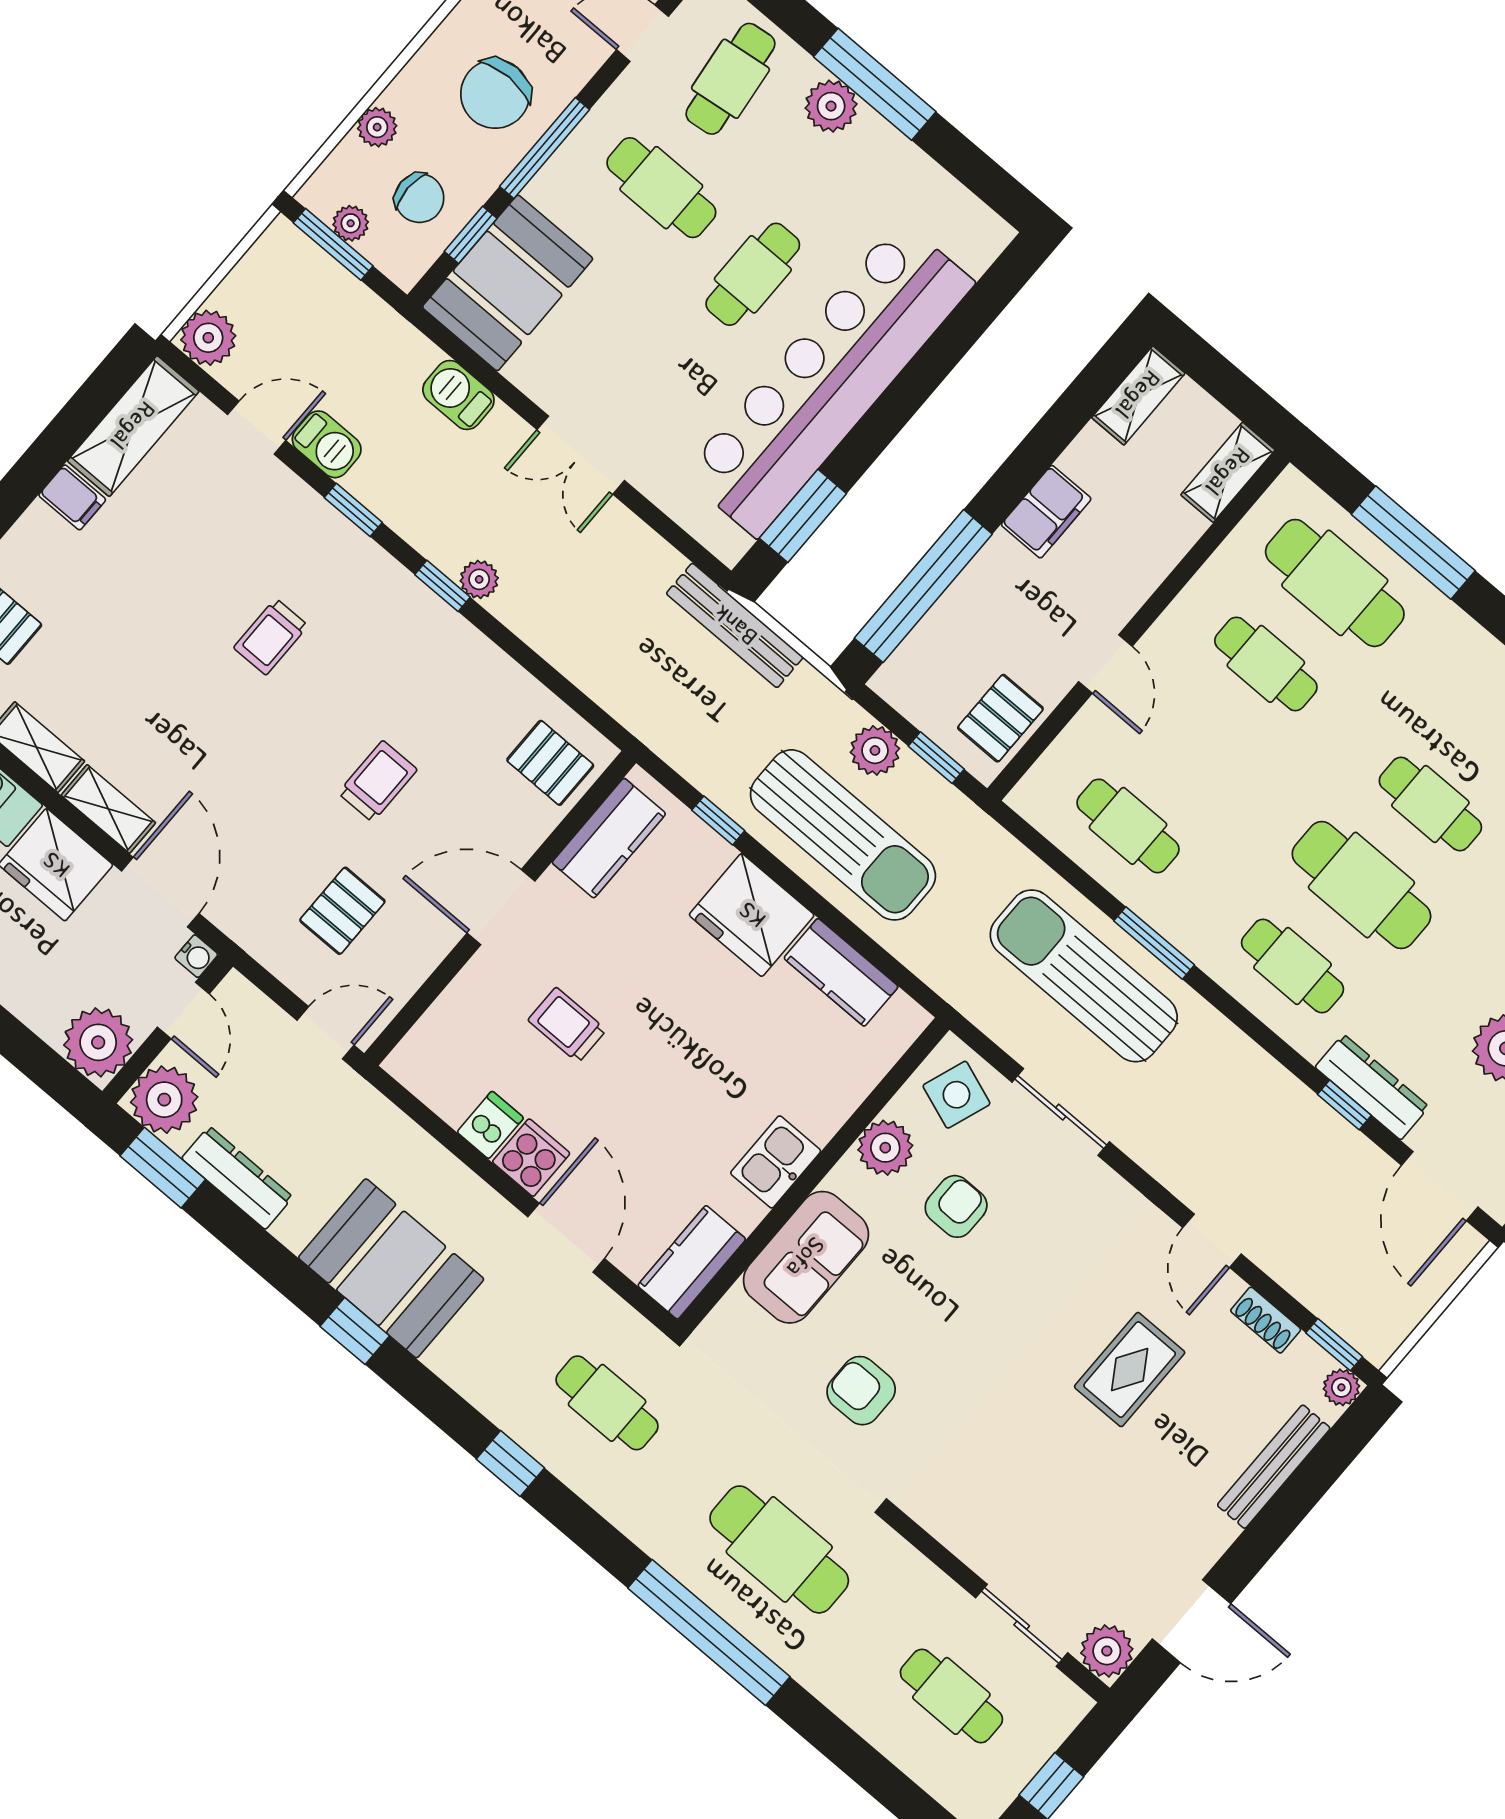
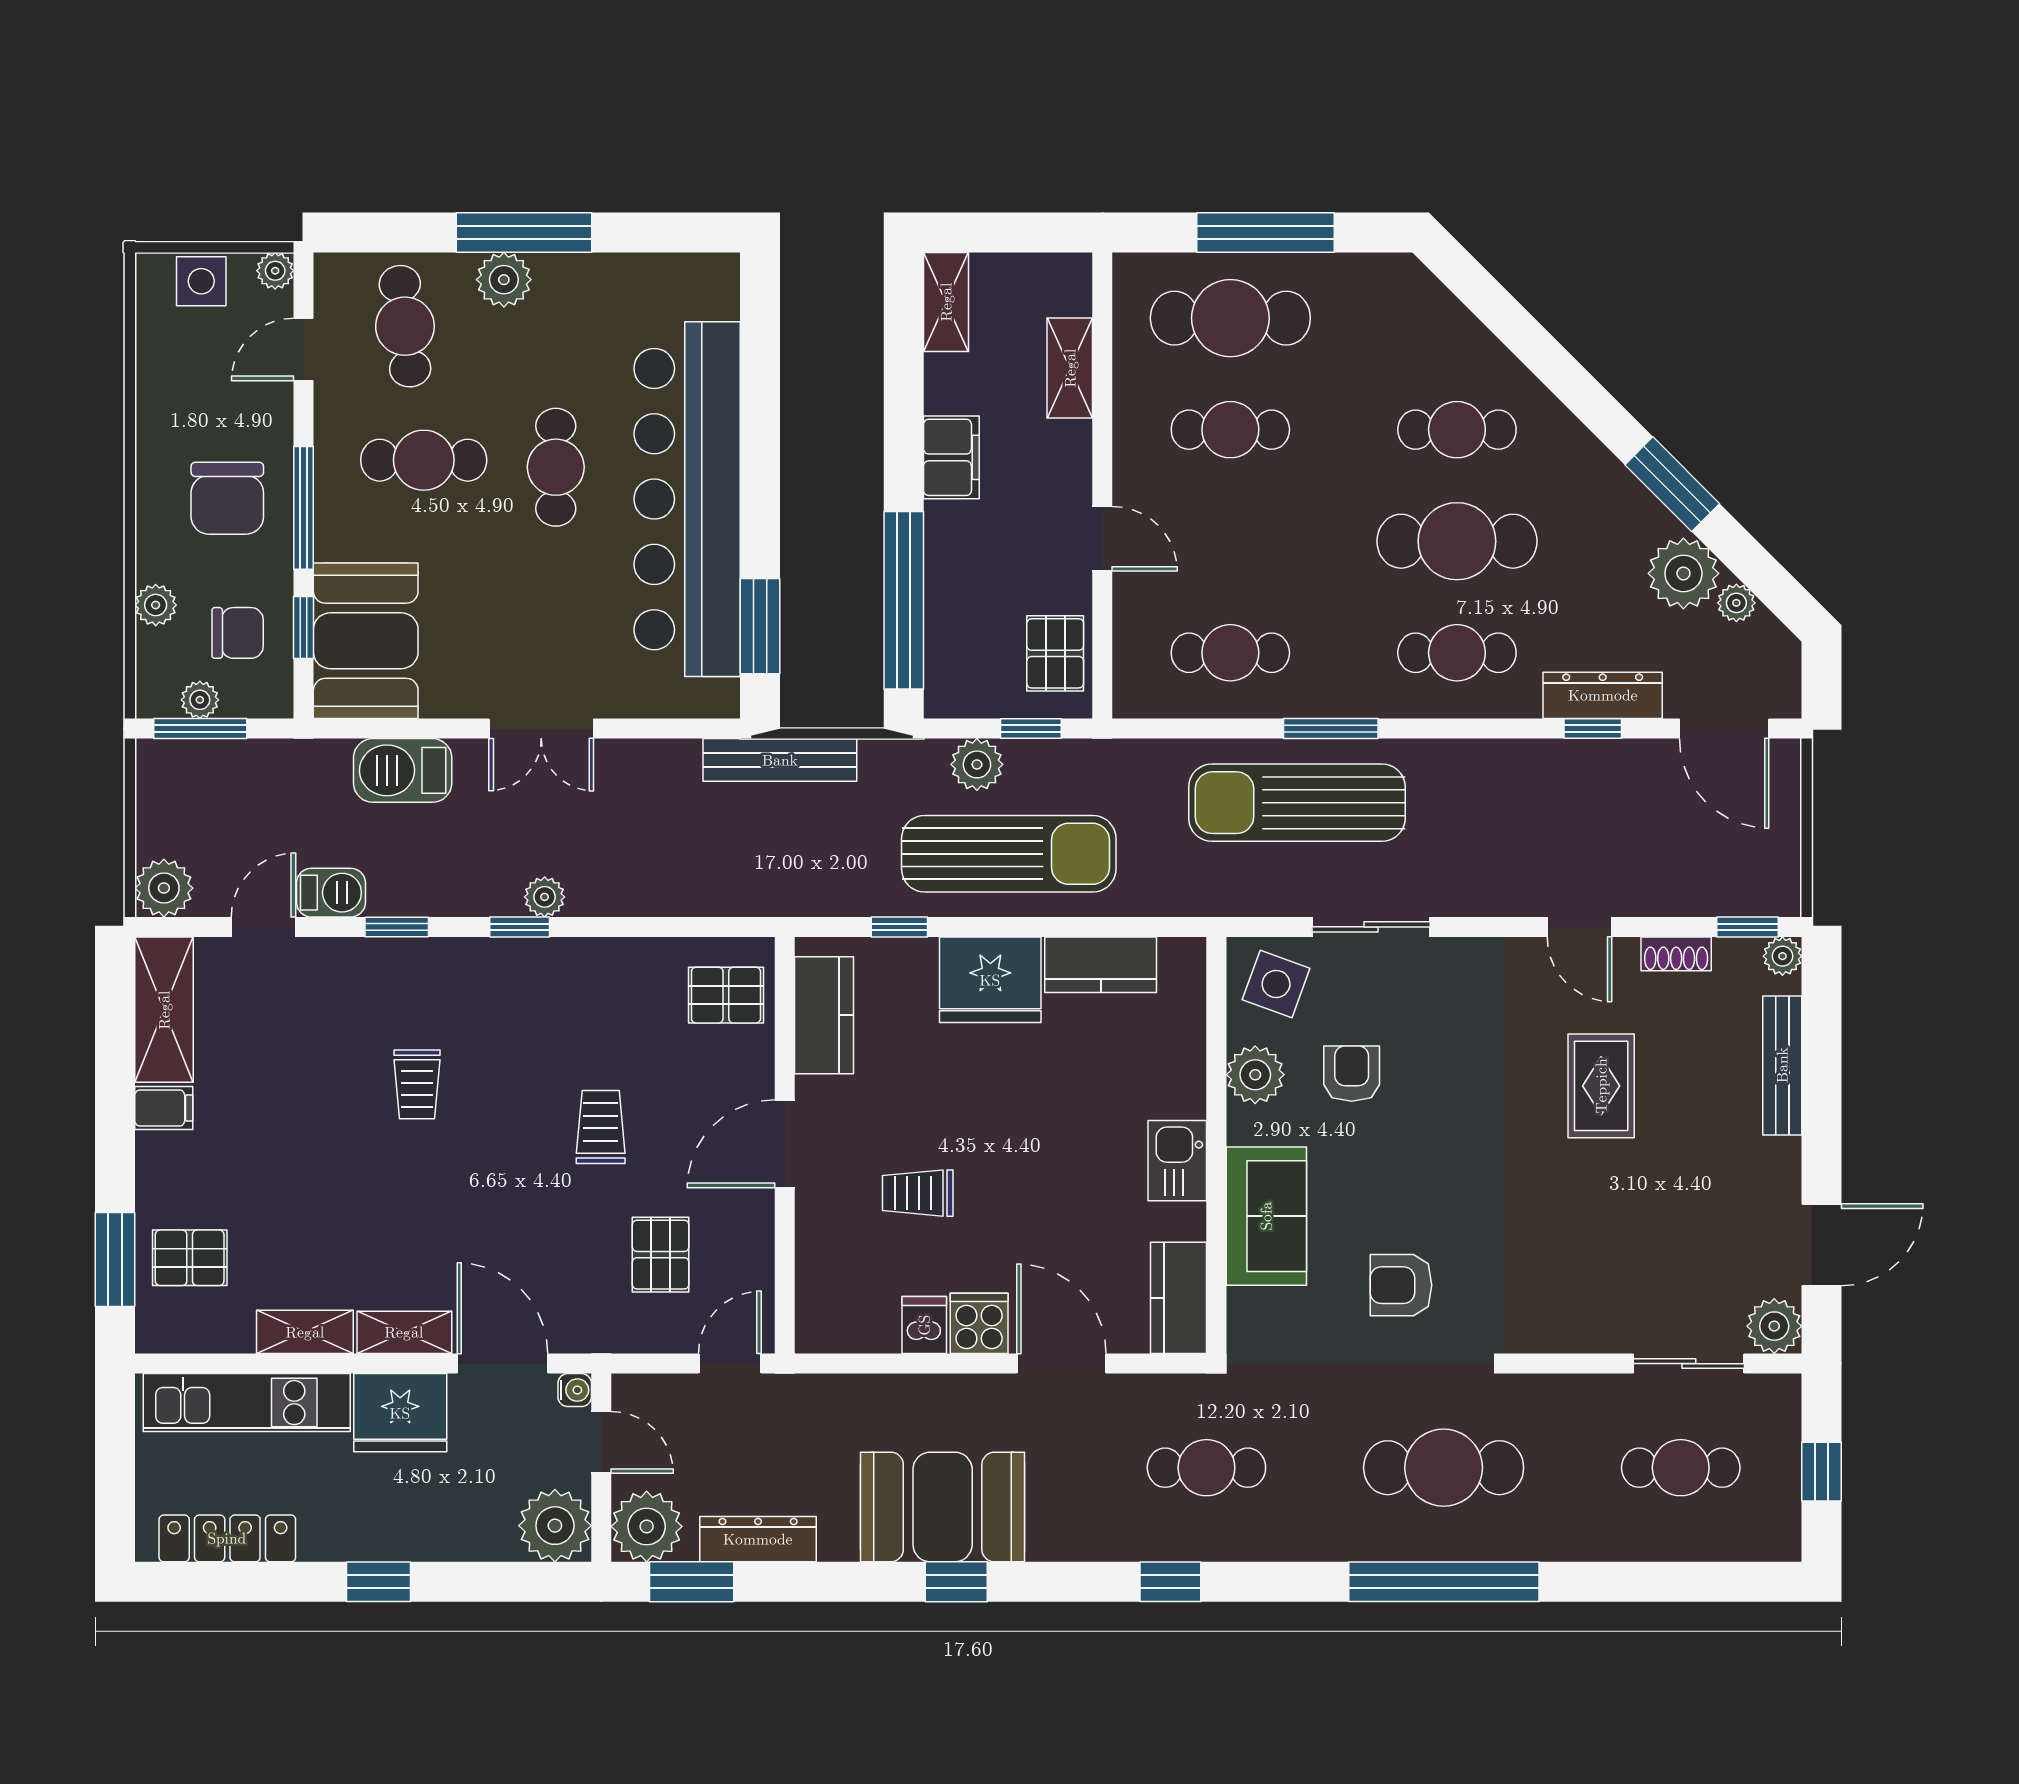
barbecue: (458, 395) -> (403, 770), width x1.38, depth x1.27
shelving: (1228, 472) -> (1070, 368), moved

